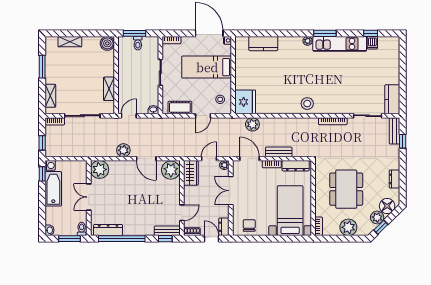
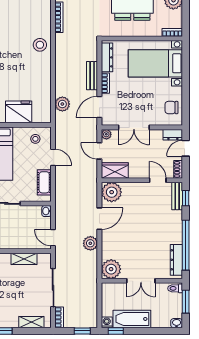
fridge: (245, 102) -> (19, 112), moved

